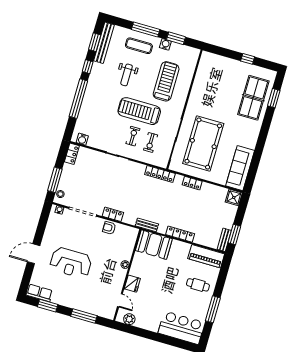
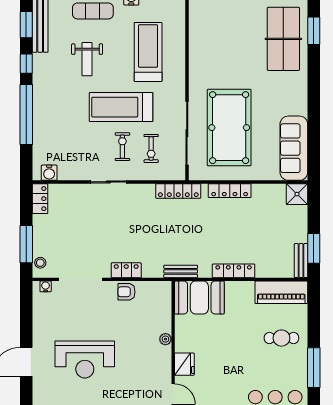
locker: (192, 183) -> (230, 191), width x1.53

